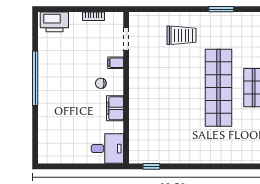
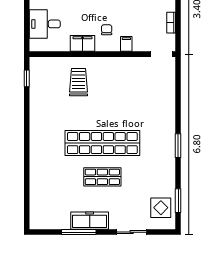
trolley: (181, 35) -> (78, 82), moved, turned 180
doorway: (126, 39) -> (162, 54), moved
desk: (107, 149) -> (45, 24), moved, turned 90

